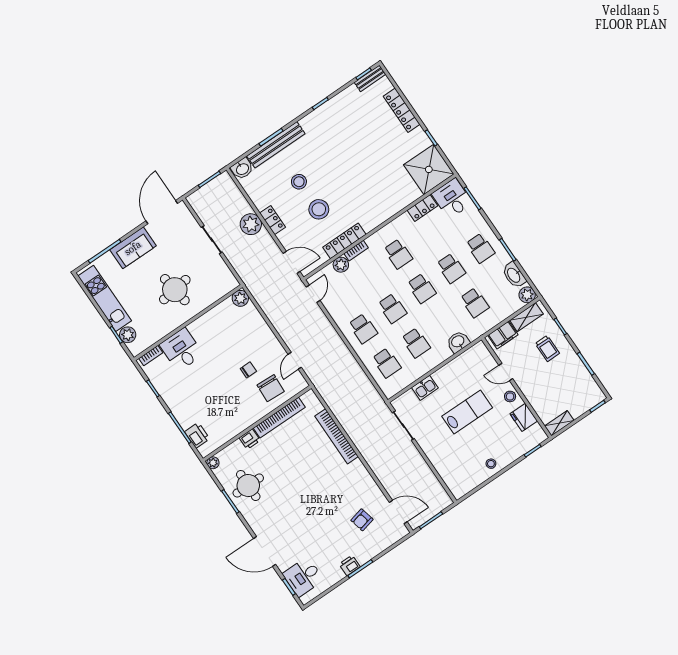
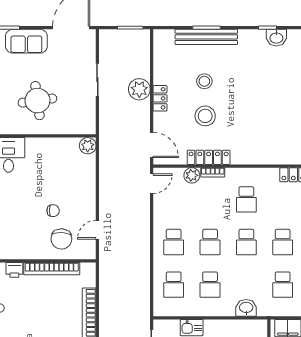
washbasin: (242, 169) -> (276, 38), moved

